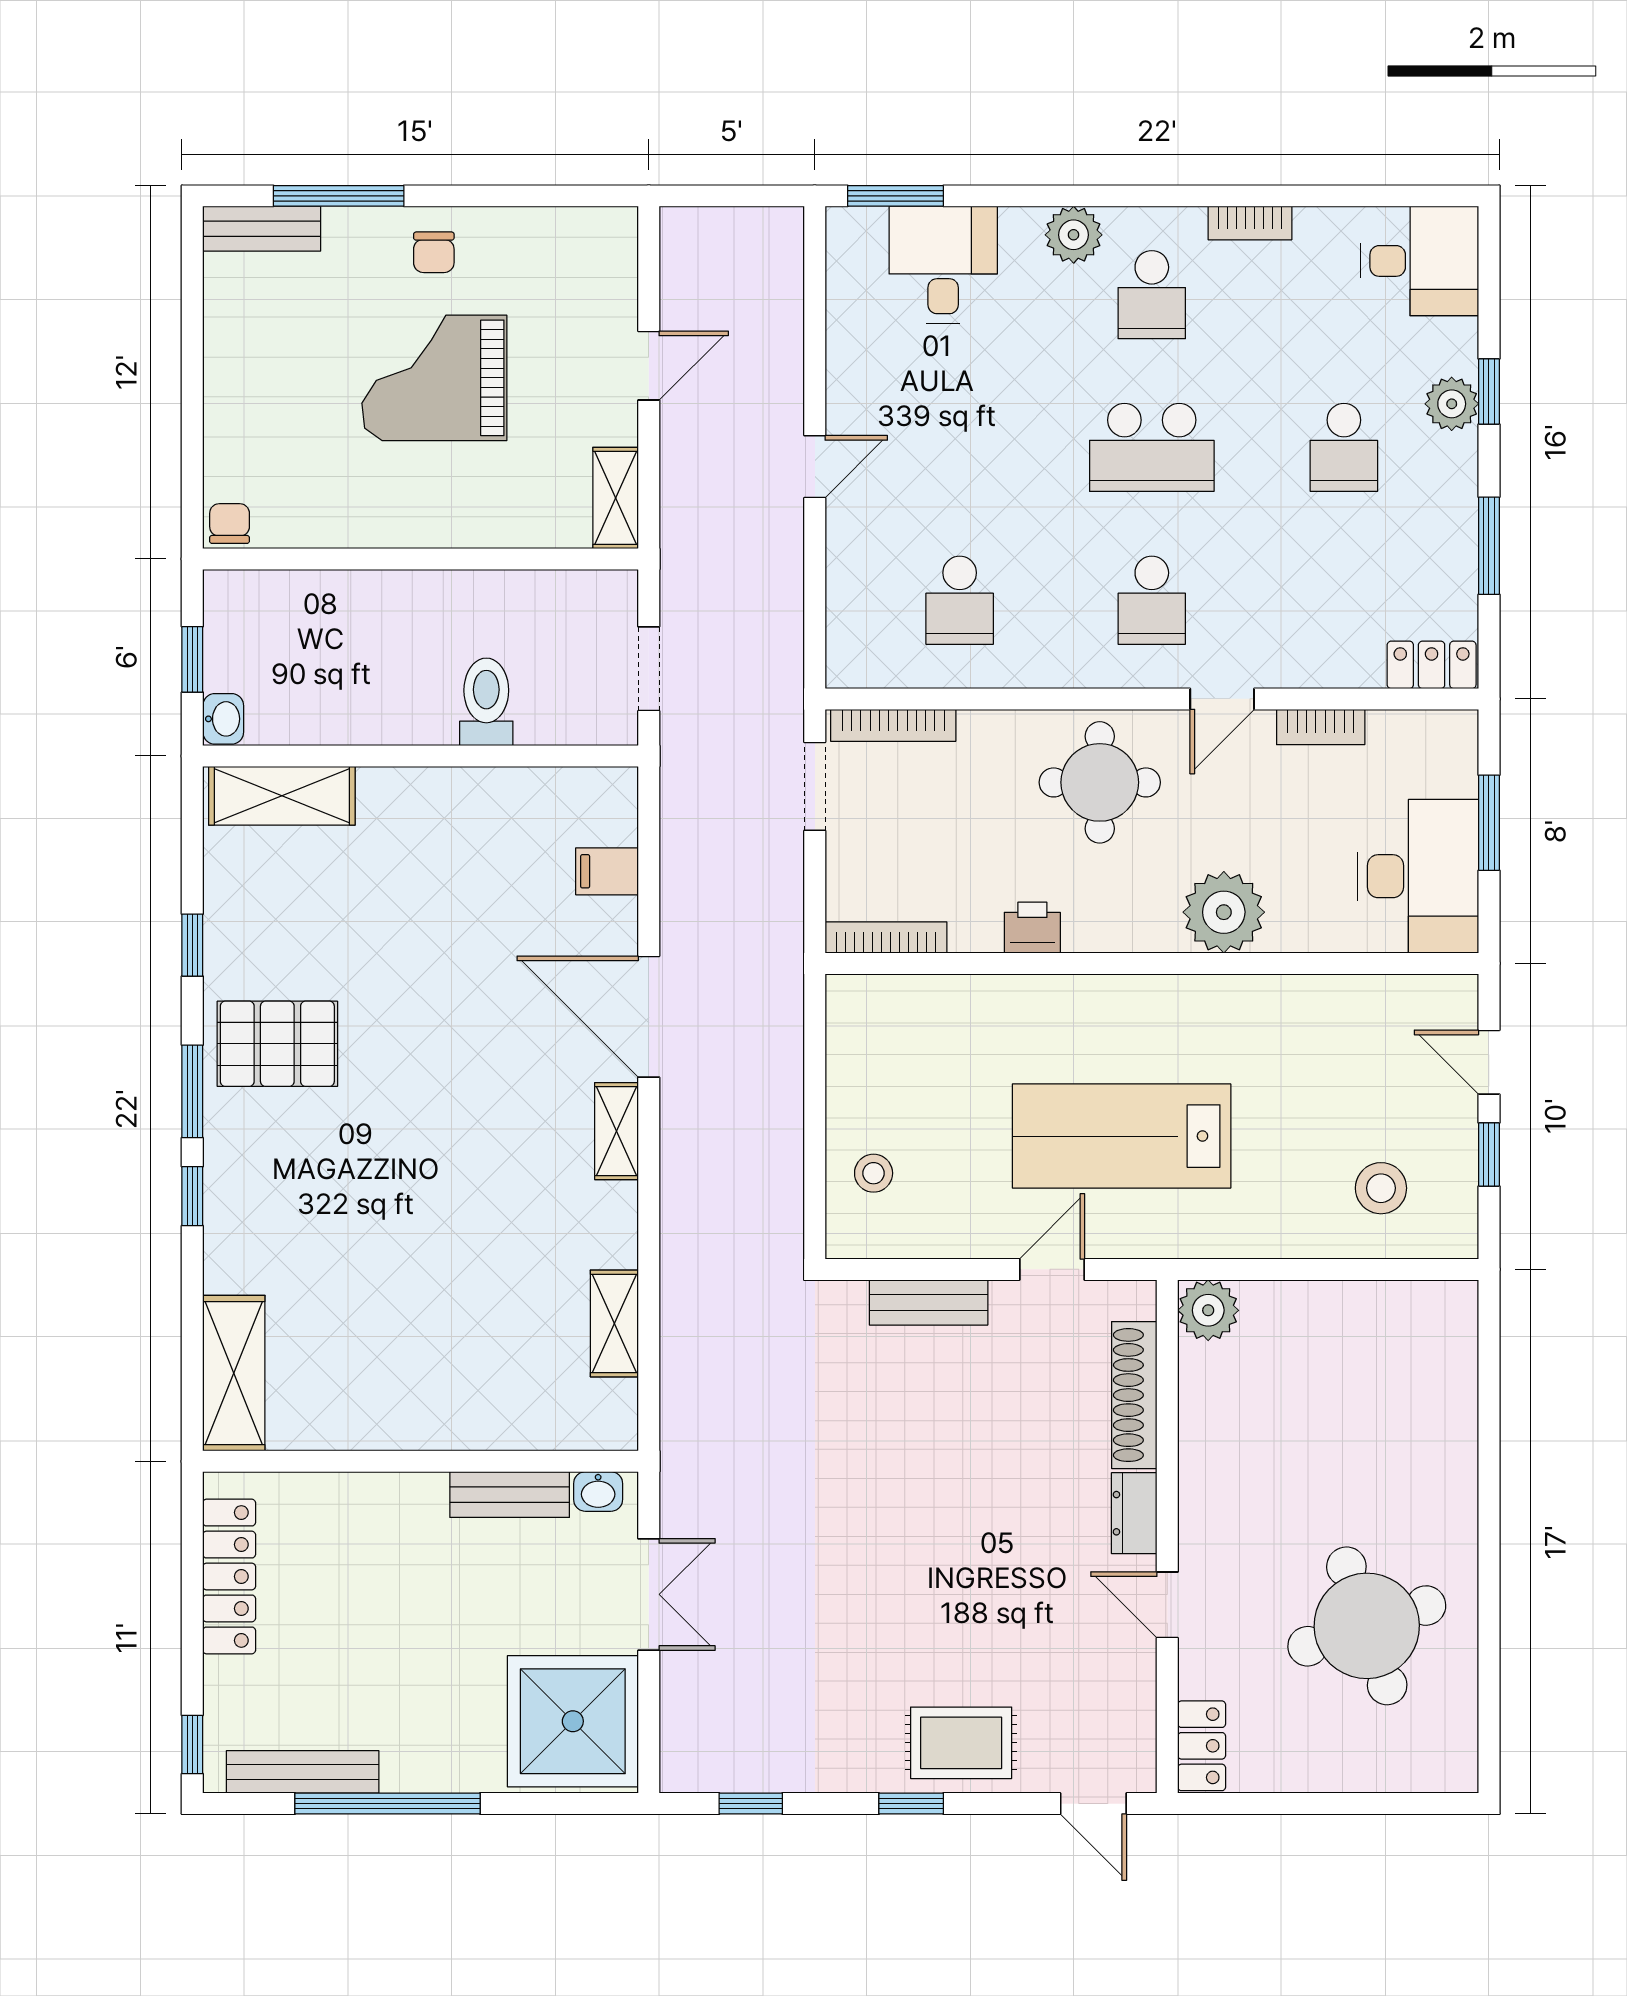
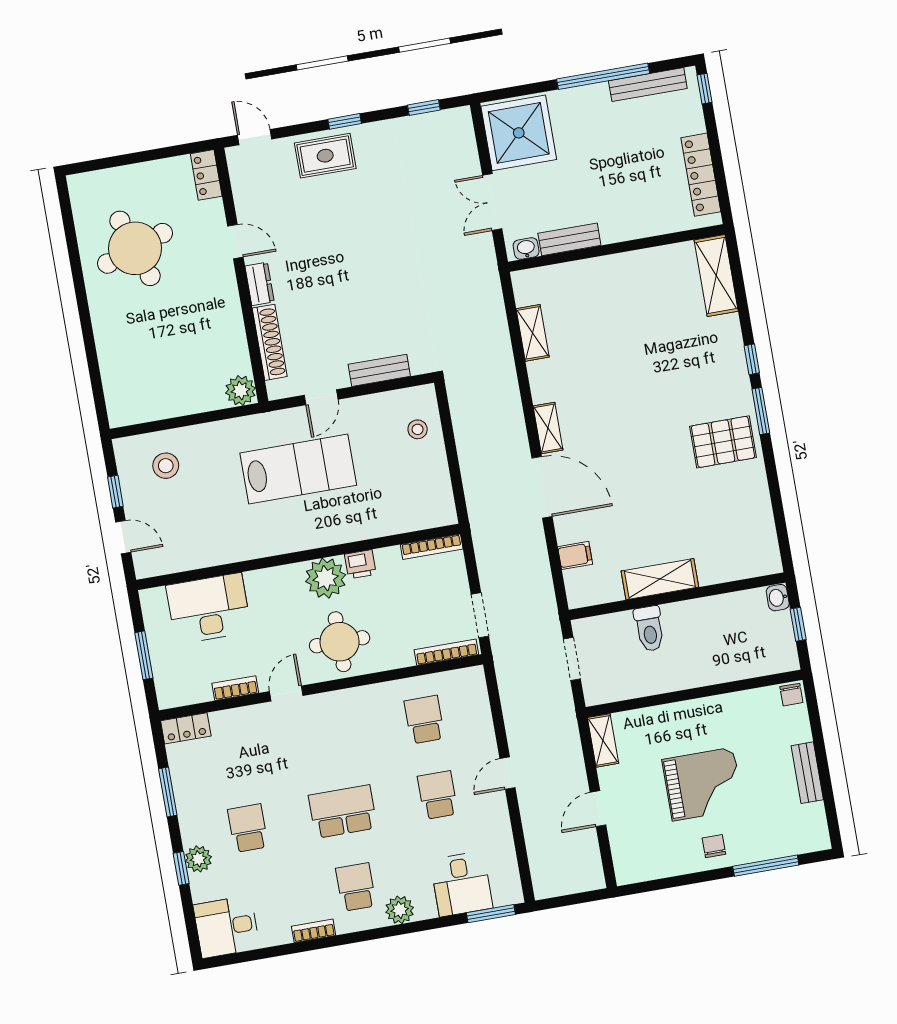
bench: (262, 229) -> (807, 773), moved, turned 90
school desk: (1152, 600) -> (438, 795), moved
shelving: (282, 796) -> (660, 579), moved
desk: (1418, 876) -> (209, 608), moved, turned 90
plant: (1224, 912) -> (326, 578), moved
window: (192, 945) -> (773, 483), removed

